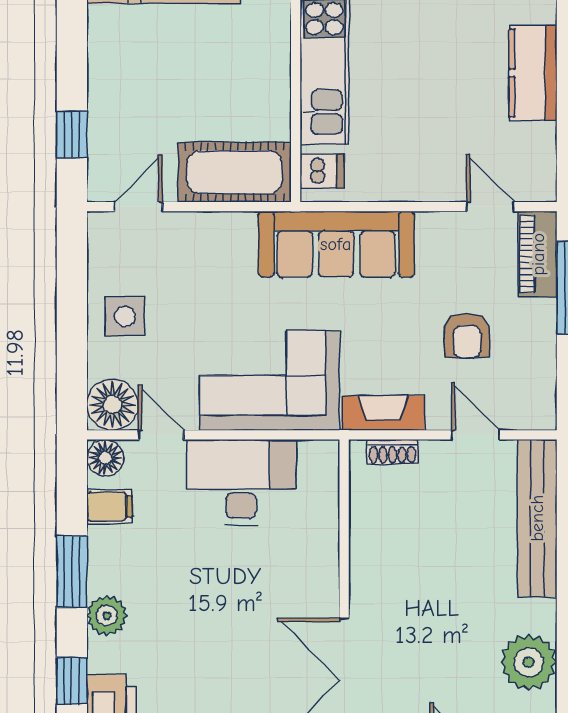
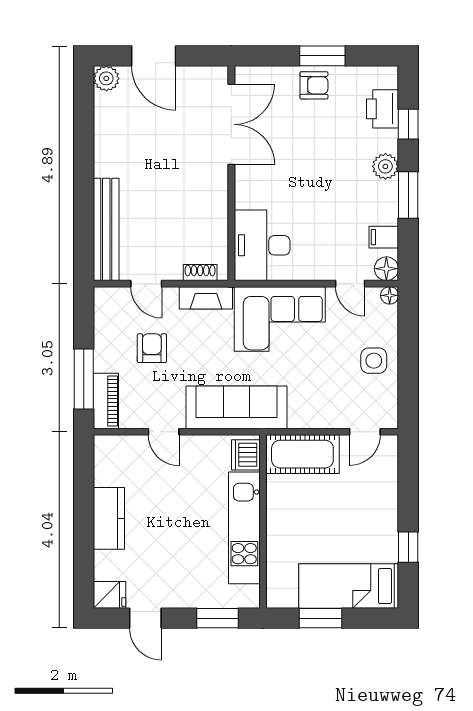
window: (72, 134) -> (408, 547), moved
dishwasher: (322, 171) -> (246, 455), width x1.38
door: (490, 207) -> (164, 432), moved
floor lamp: (112, 405) -> (390, 295), width x0.53, depth x0.53
desk: (241, 482) -> (262, 245), moved, turned 90
plant: (529, 662) -> (112, 136), removed

